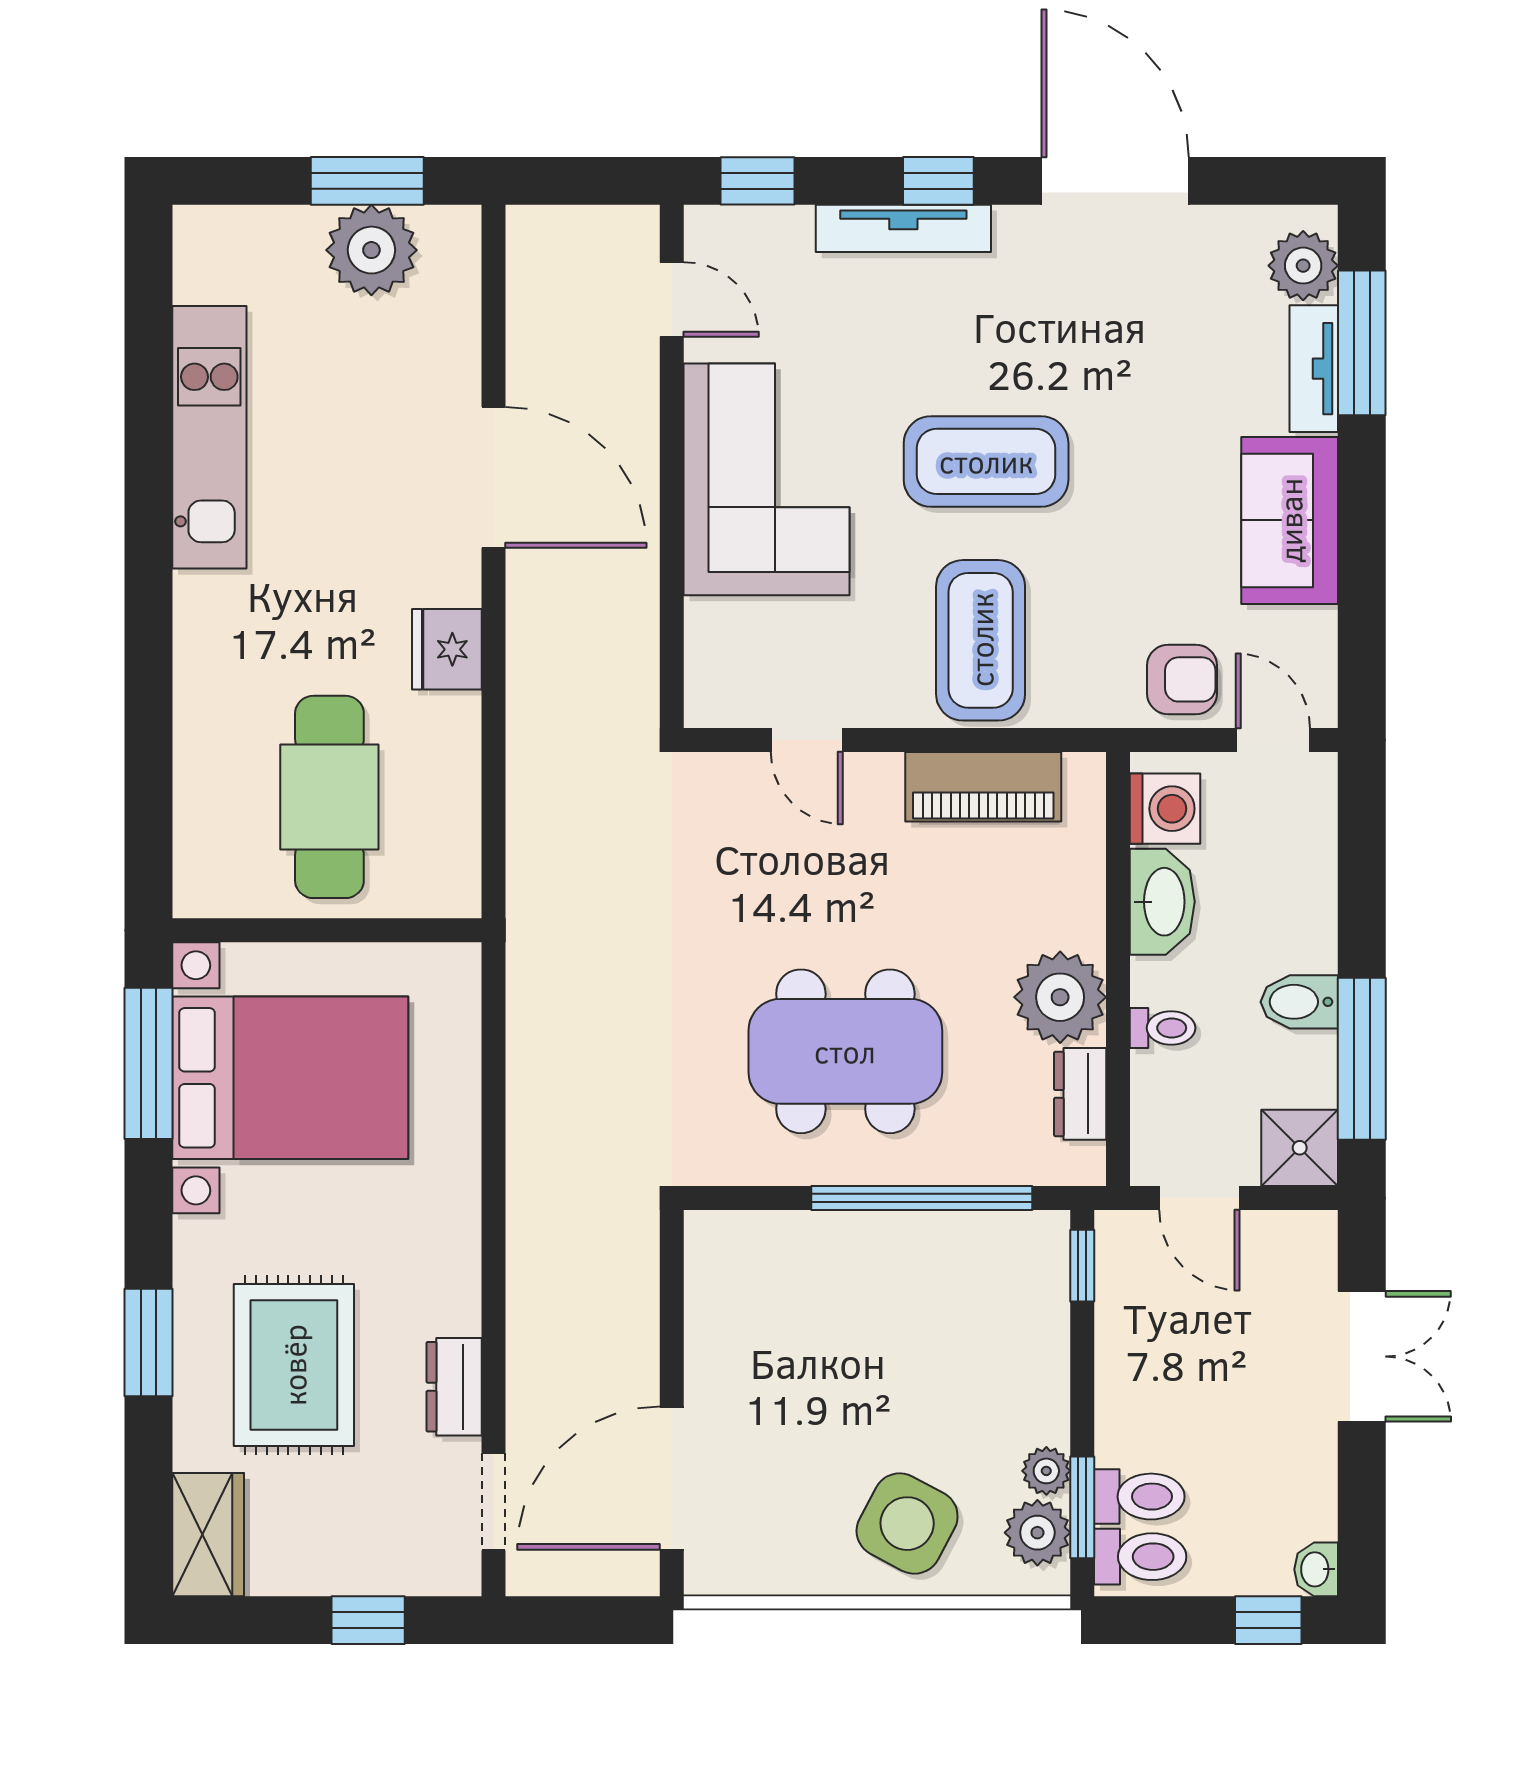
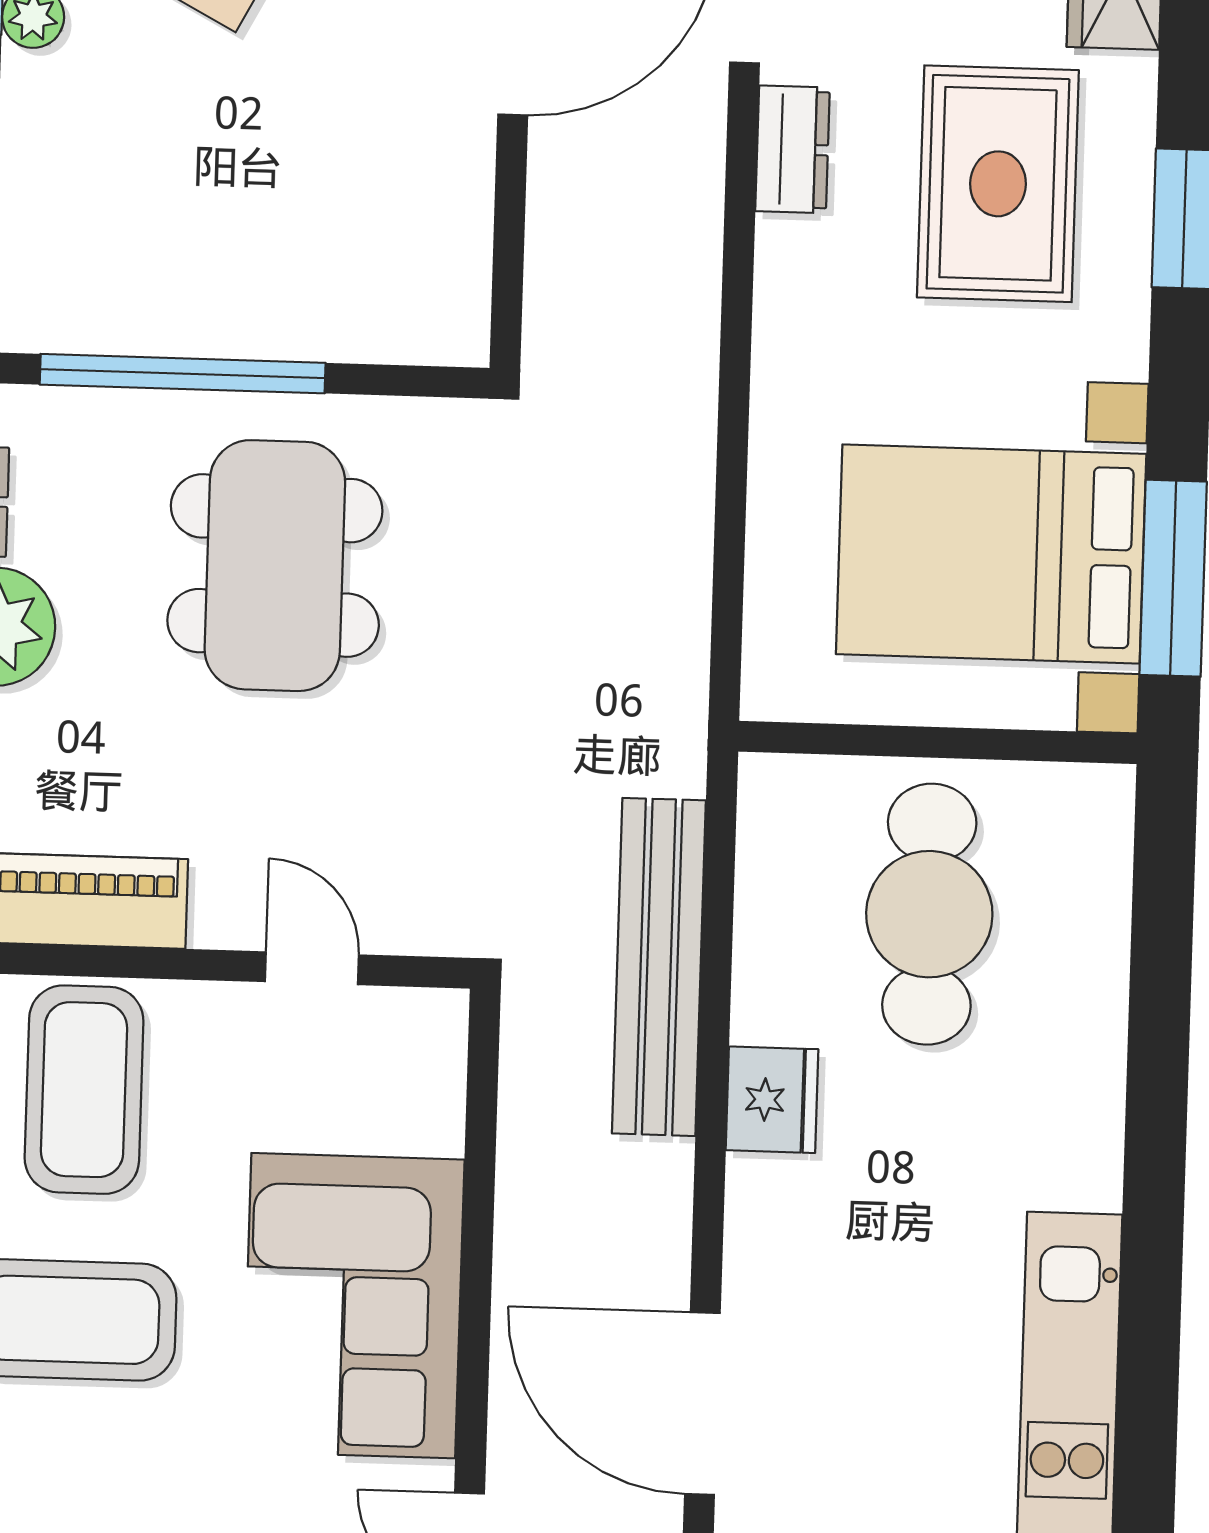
door: (493, 477) -> (702, 1404), moved
bench: (538, 749) -> (659, 967), added
dining table: (845, 1051) -> (275, 566), turned 90

